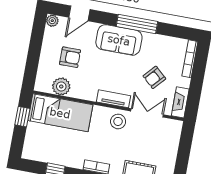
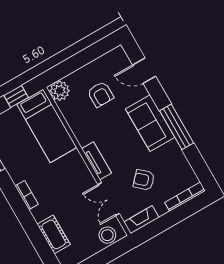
plant: (52, 21) -> (119, 53), removed
plant: (61, 86) -> (60, 91), moved
double door: (147, 113) -> (109, 199), swing flipped
stool: (118, 121) -> (107, 235), moved

